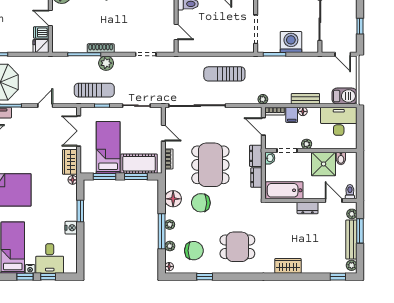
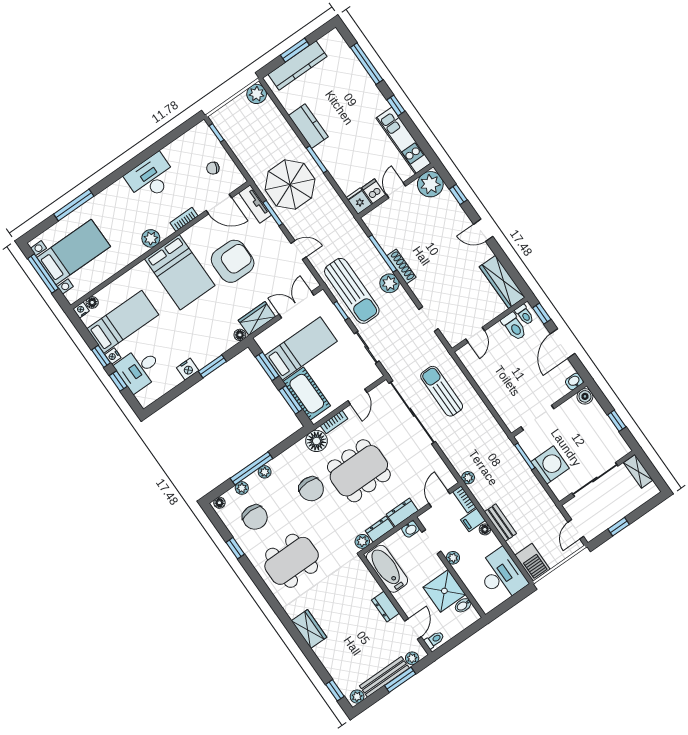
sun lounger: (224, 74) -> (442, 391), moved
sun lounger: (94, 90) -> (352, 291), width x1.36, depth x1.34
armchair: (23, 152) -> (233, 261), added
plant: (256, 194) -> (362, 541), added
floor lamp: (173, 199) -> (317, 441), moved
chair: (201, 203) -> (311, 489), turned 180
dining table: (237, 247) -> (292, 561), width x1.38

